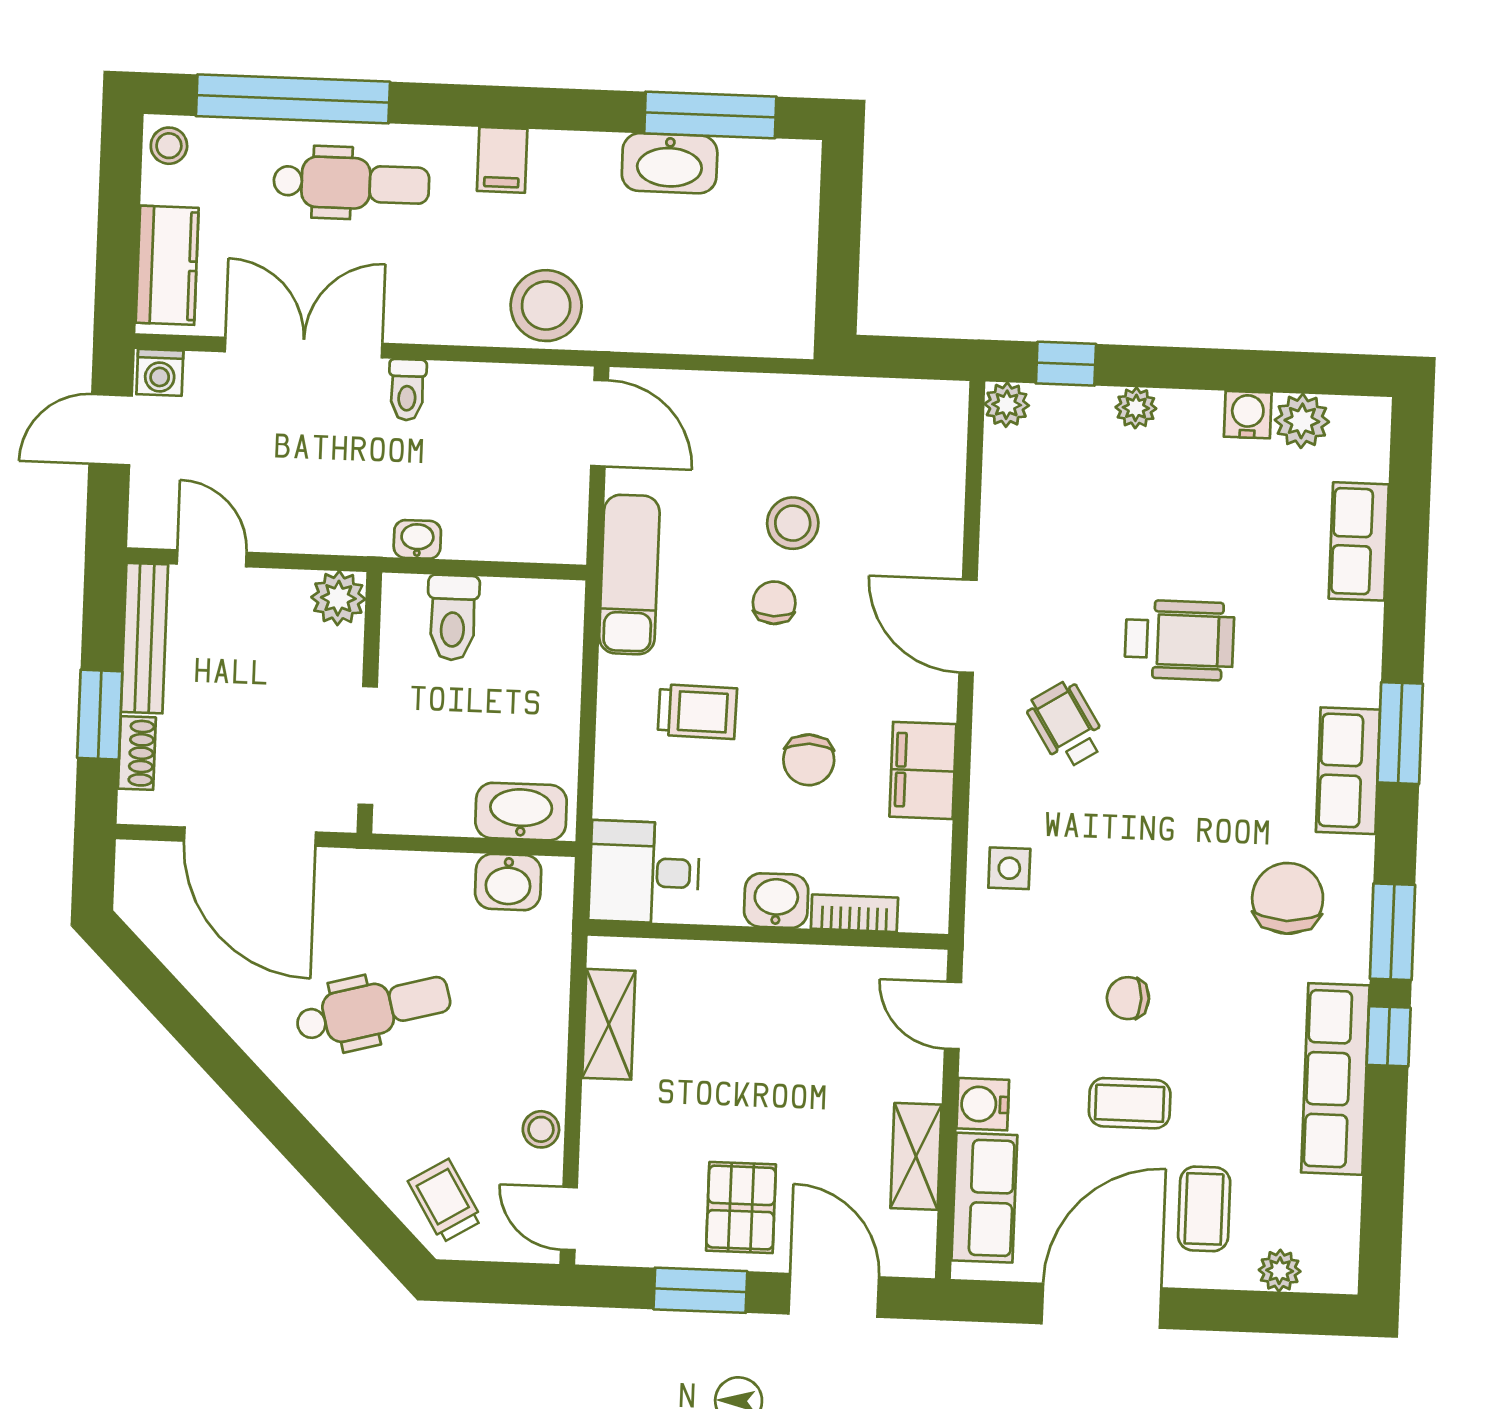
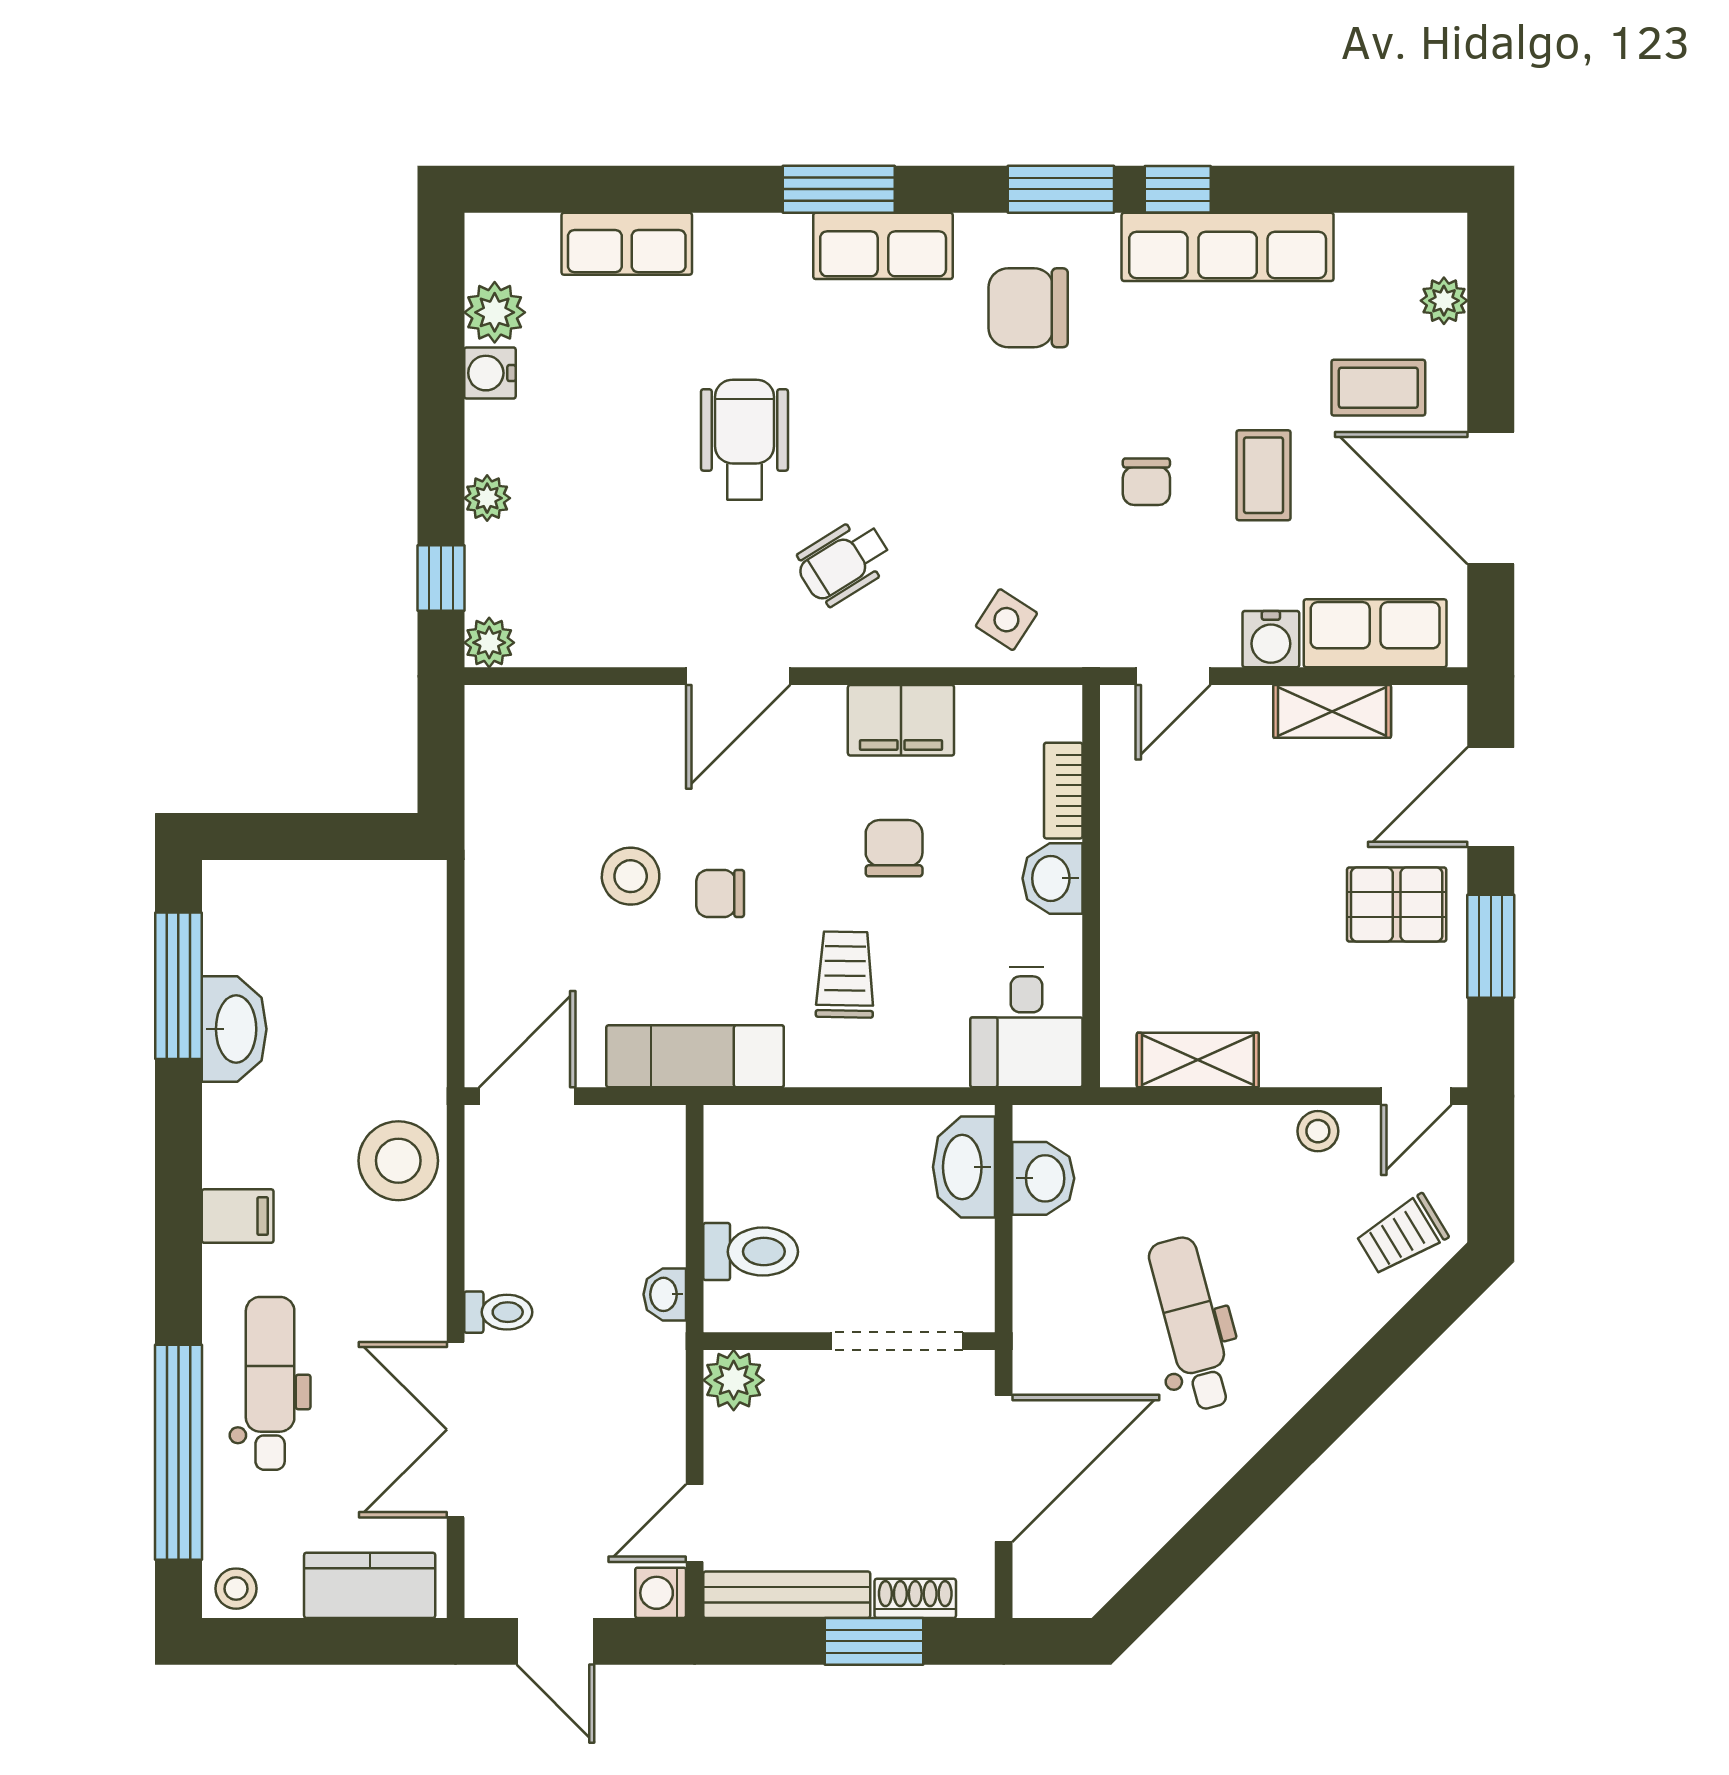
washing machine: (160, 372) -> (661, 1593), moved, turned 180
chair: (809, 760) -> (894, 848), turned -90
side table: (1009, 868) -> (1006, 620), turned 33

